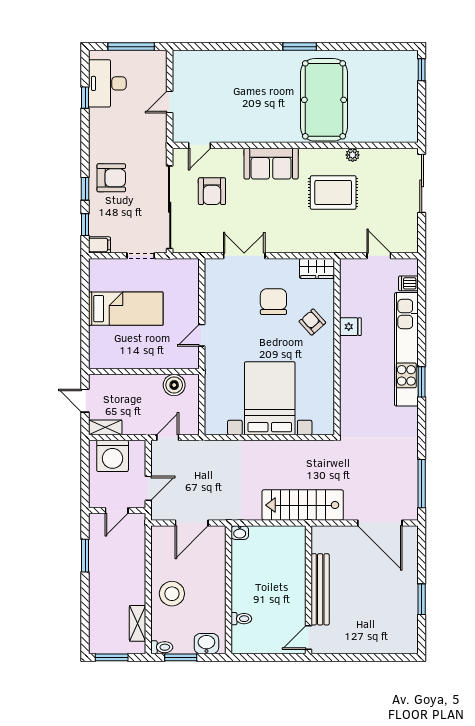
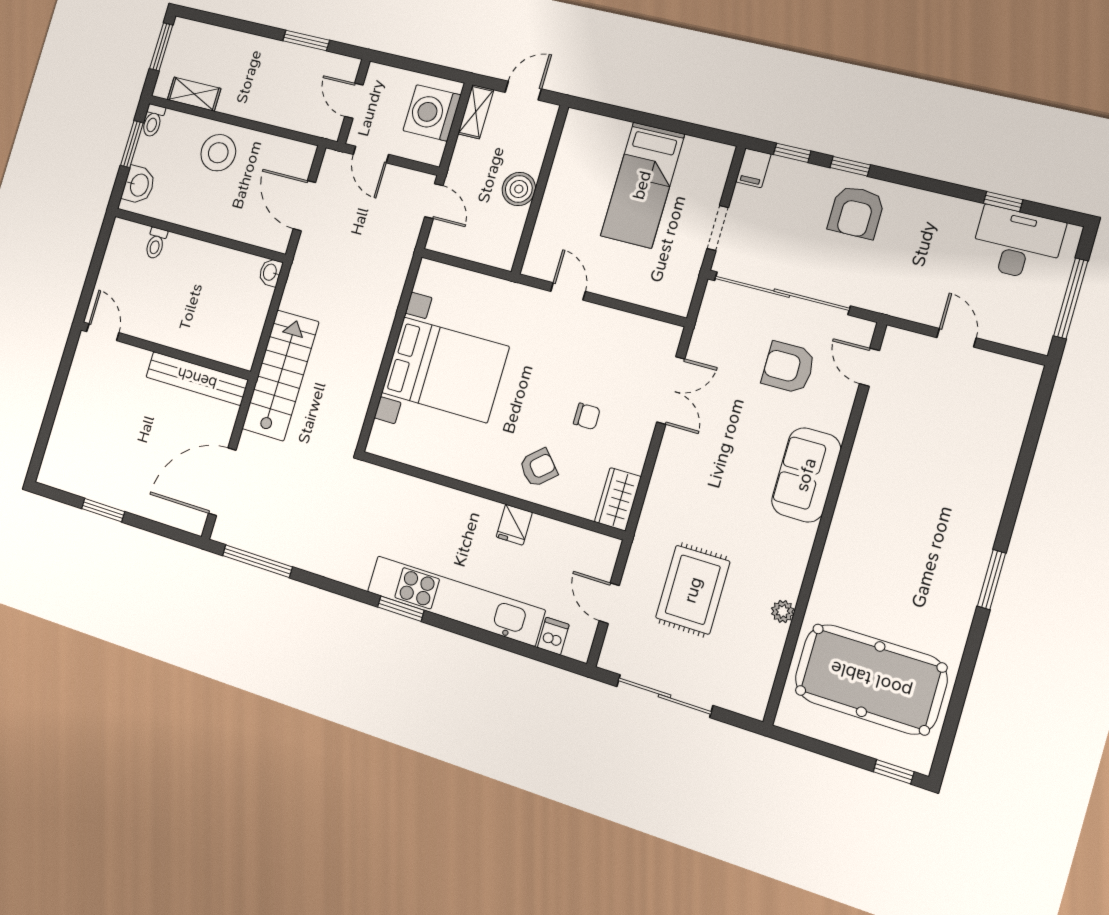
pool table: (324, 100) -> (871, 679), moved
sliding door: (422, 183) -> (664, 696), moved
rug: (333, 193) -> (693, 590), moved
door: (379, 256) -> (609, 603), swing flipped
chair: (273, 302) -> (587, 416), width x0.54, depth x0.54
boiler: (174, 385) -> (519, 189), moved
bench: (320, 589) -> (197, 378), moved

